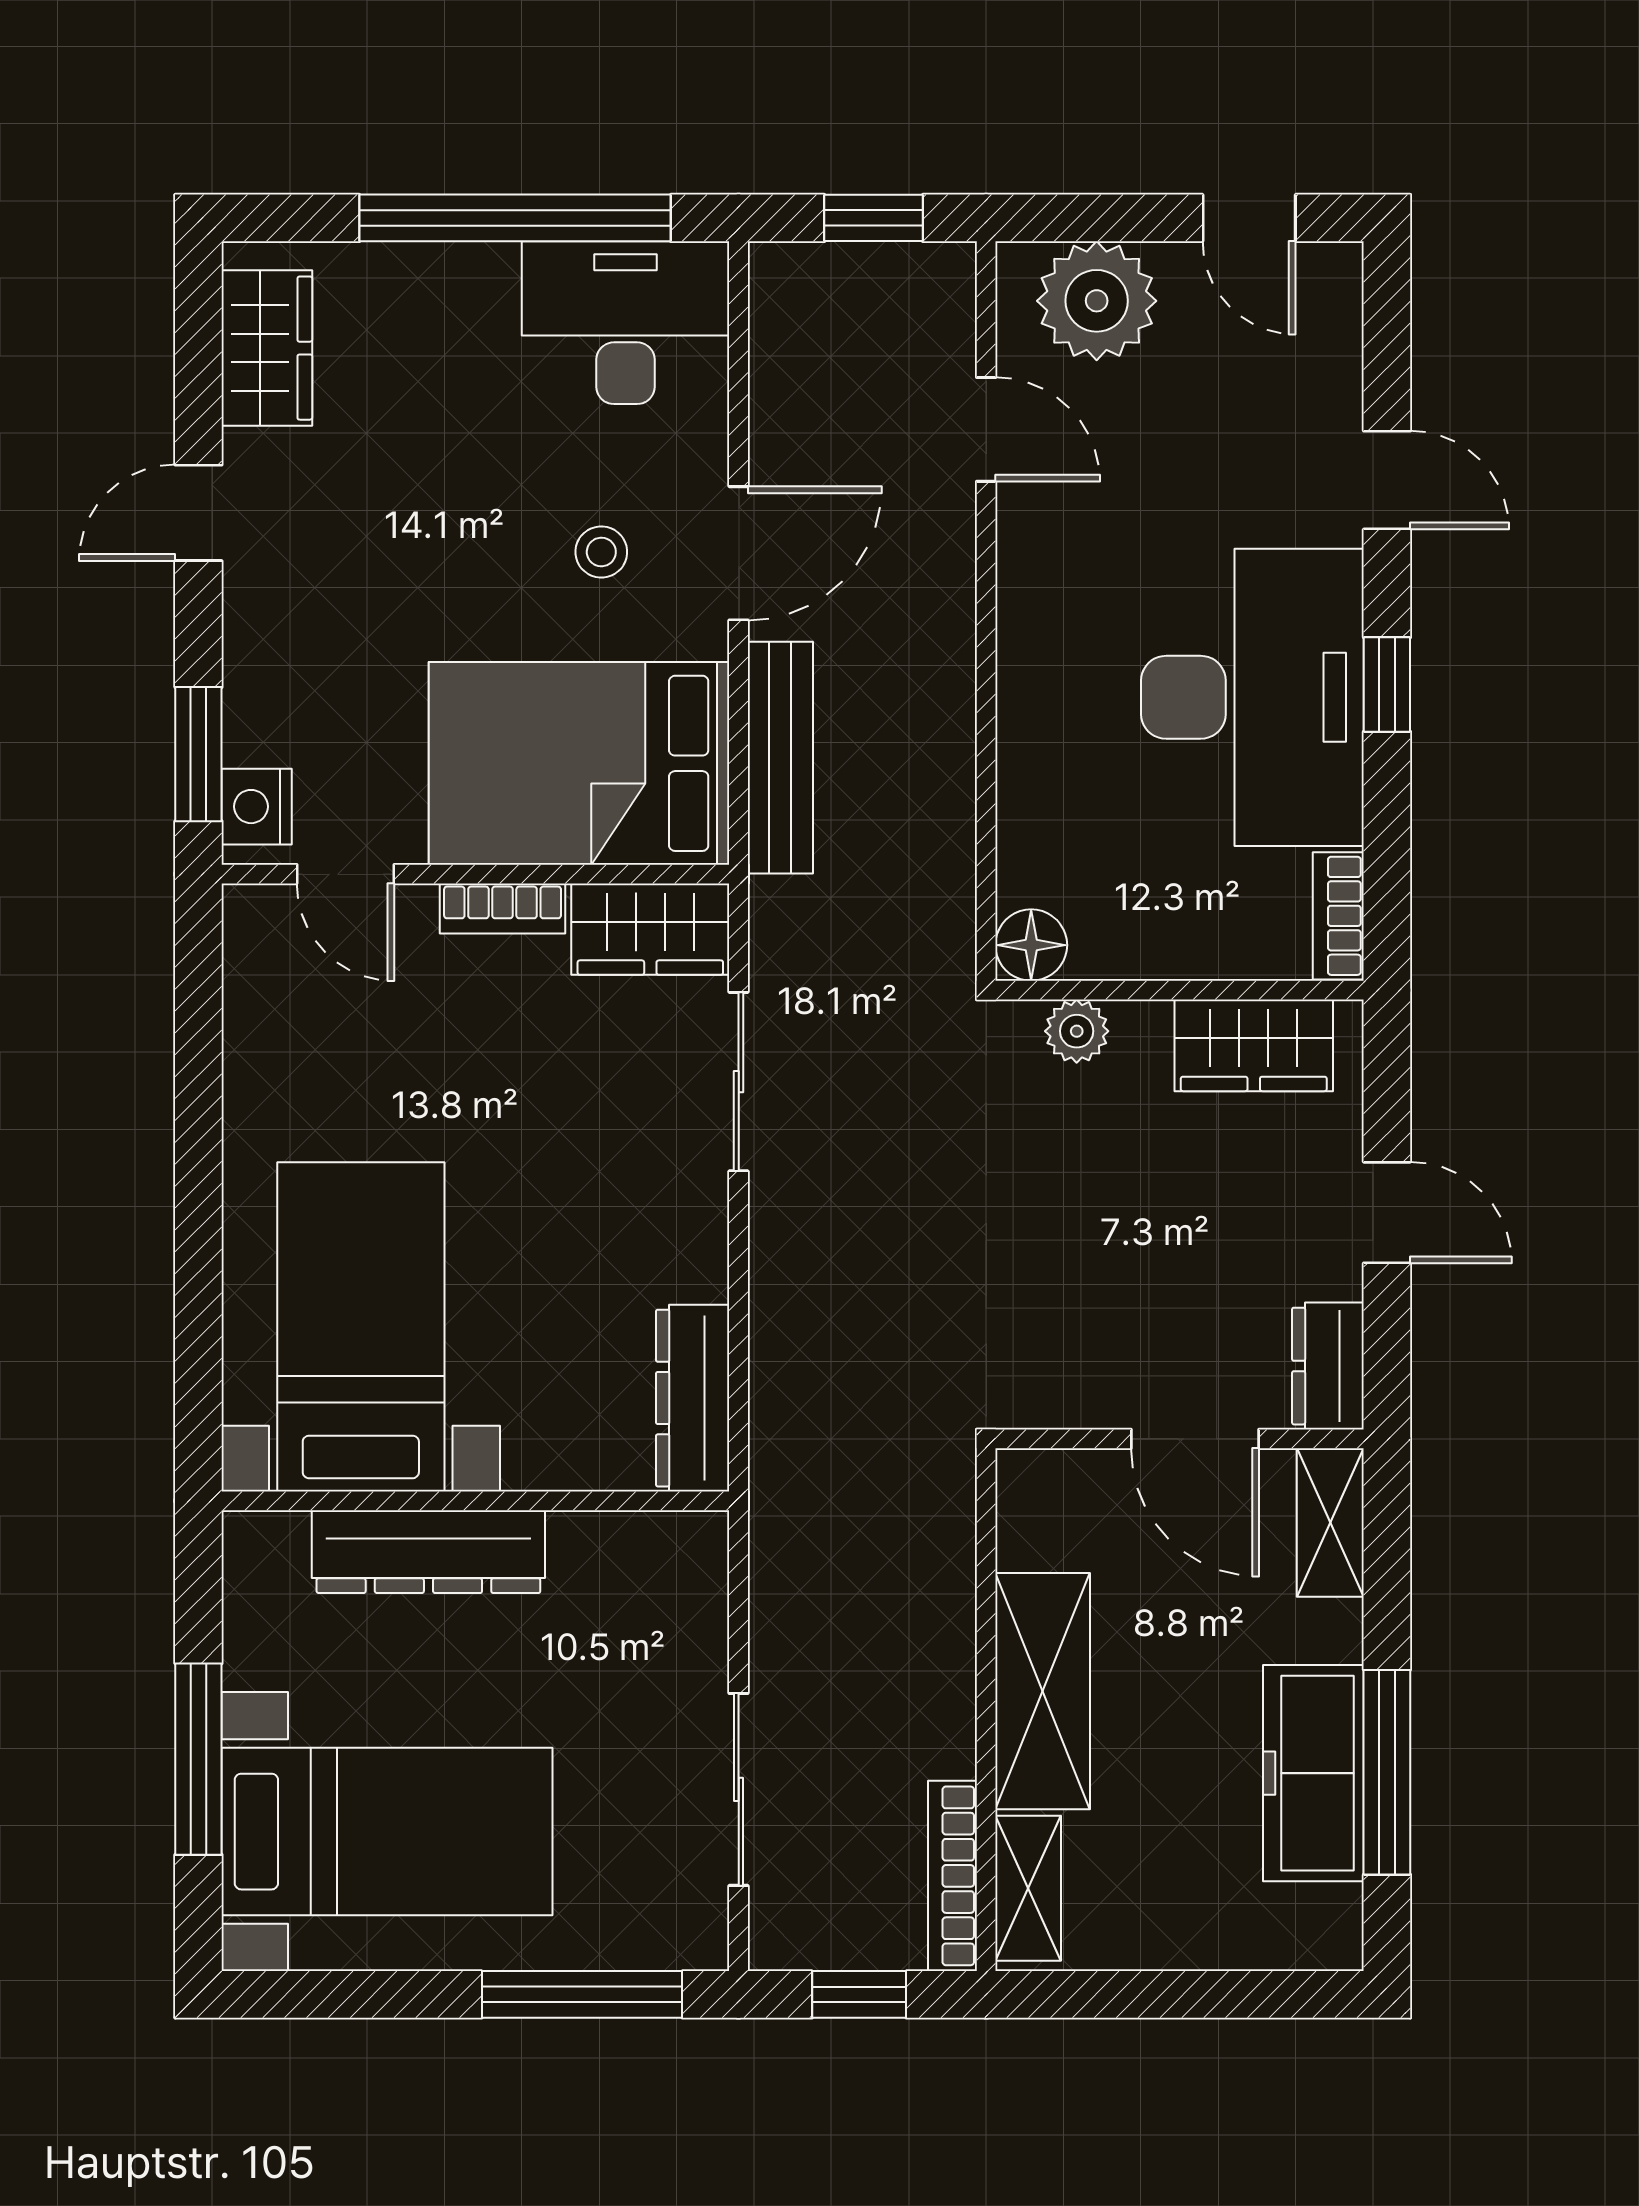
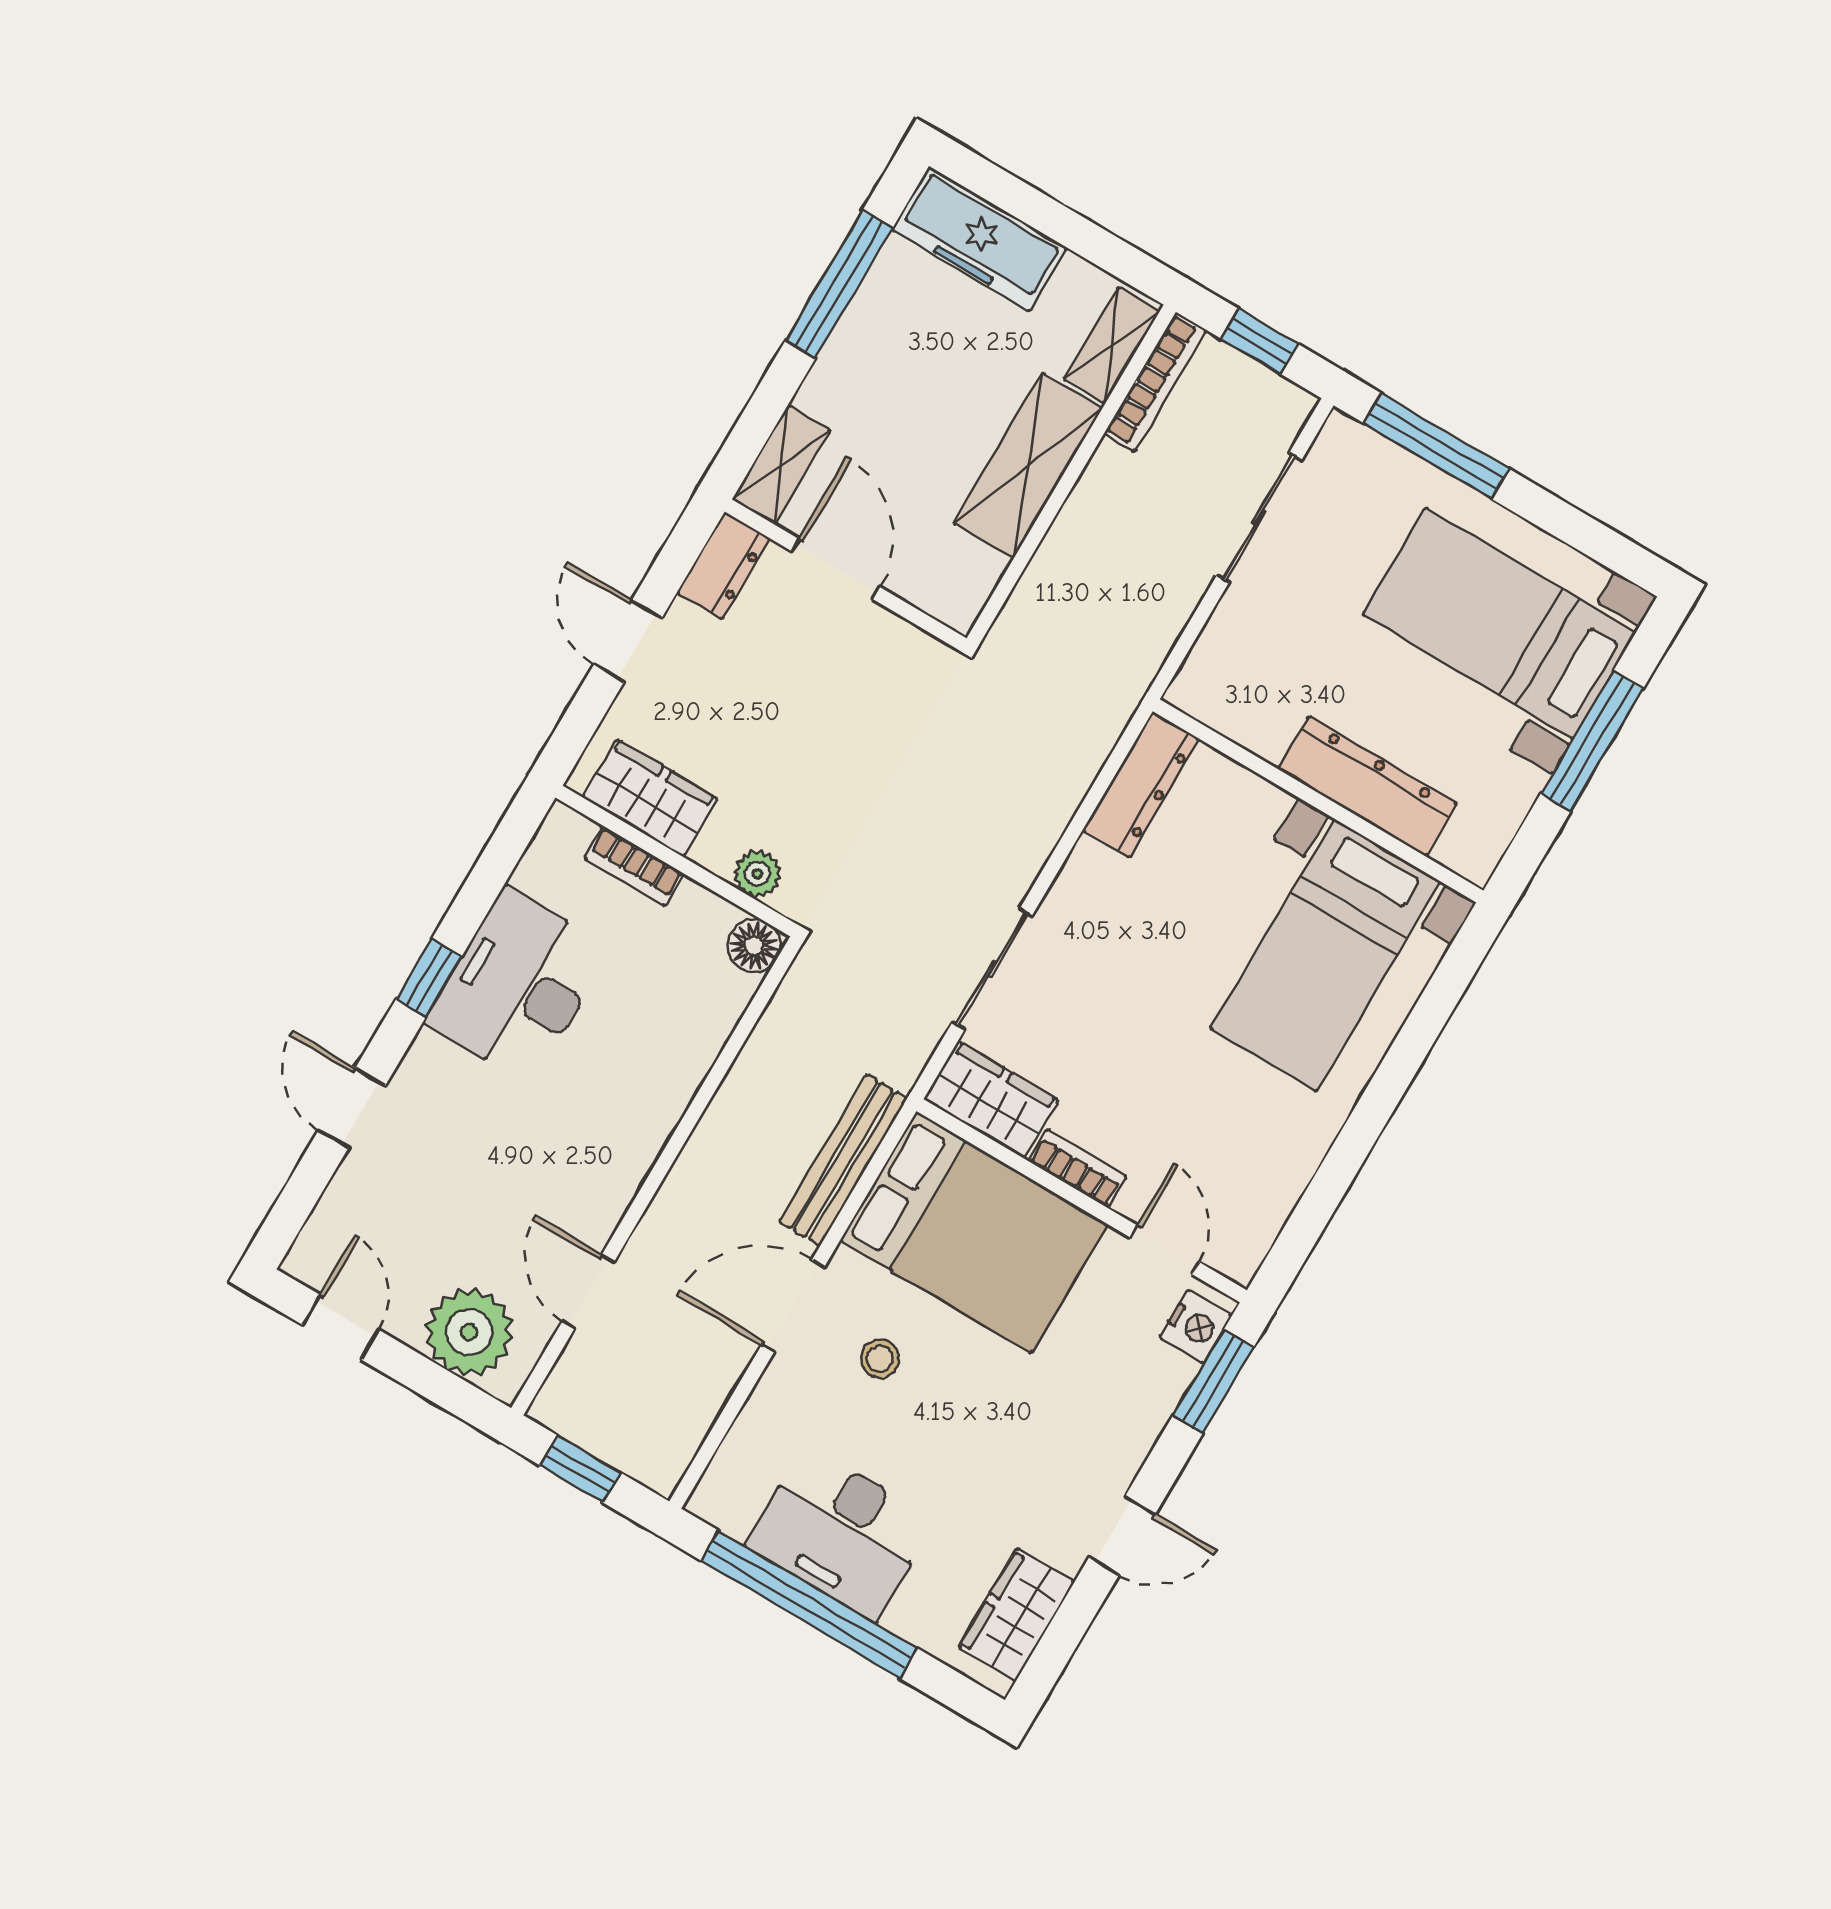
desk: (626, 323) -> (841, 1533), moved
desk: (1252, 697) -> (518, 985), width x0.73, depth x0.77
bookcase: (1338, 916) -> (634, 866), moved, turned 90
freezer: (1313, 1773) -> (979, 239), moved, turned 90

